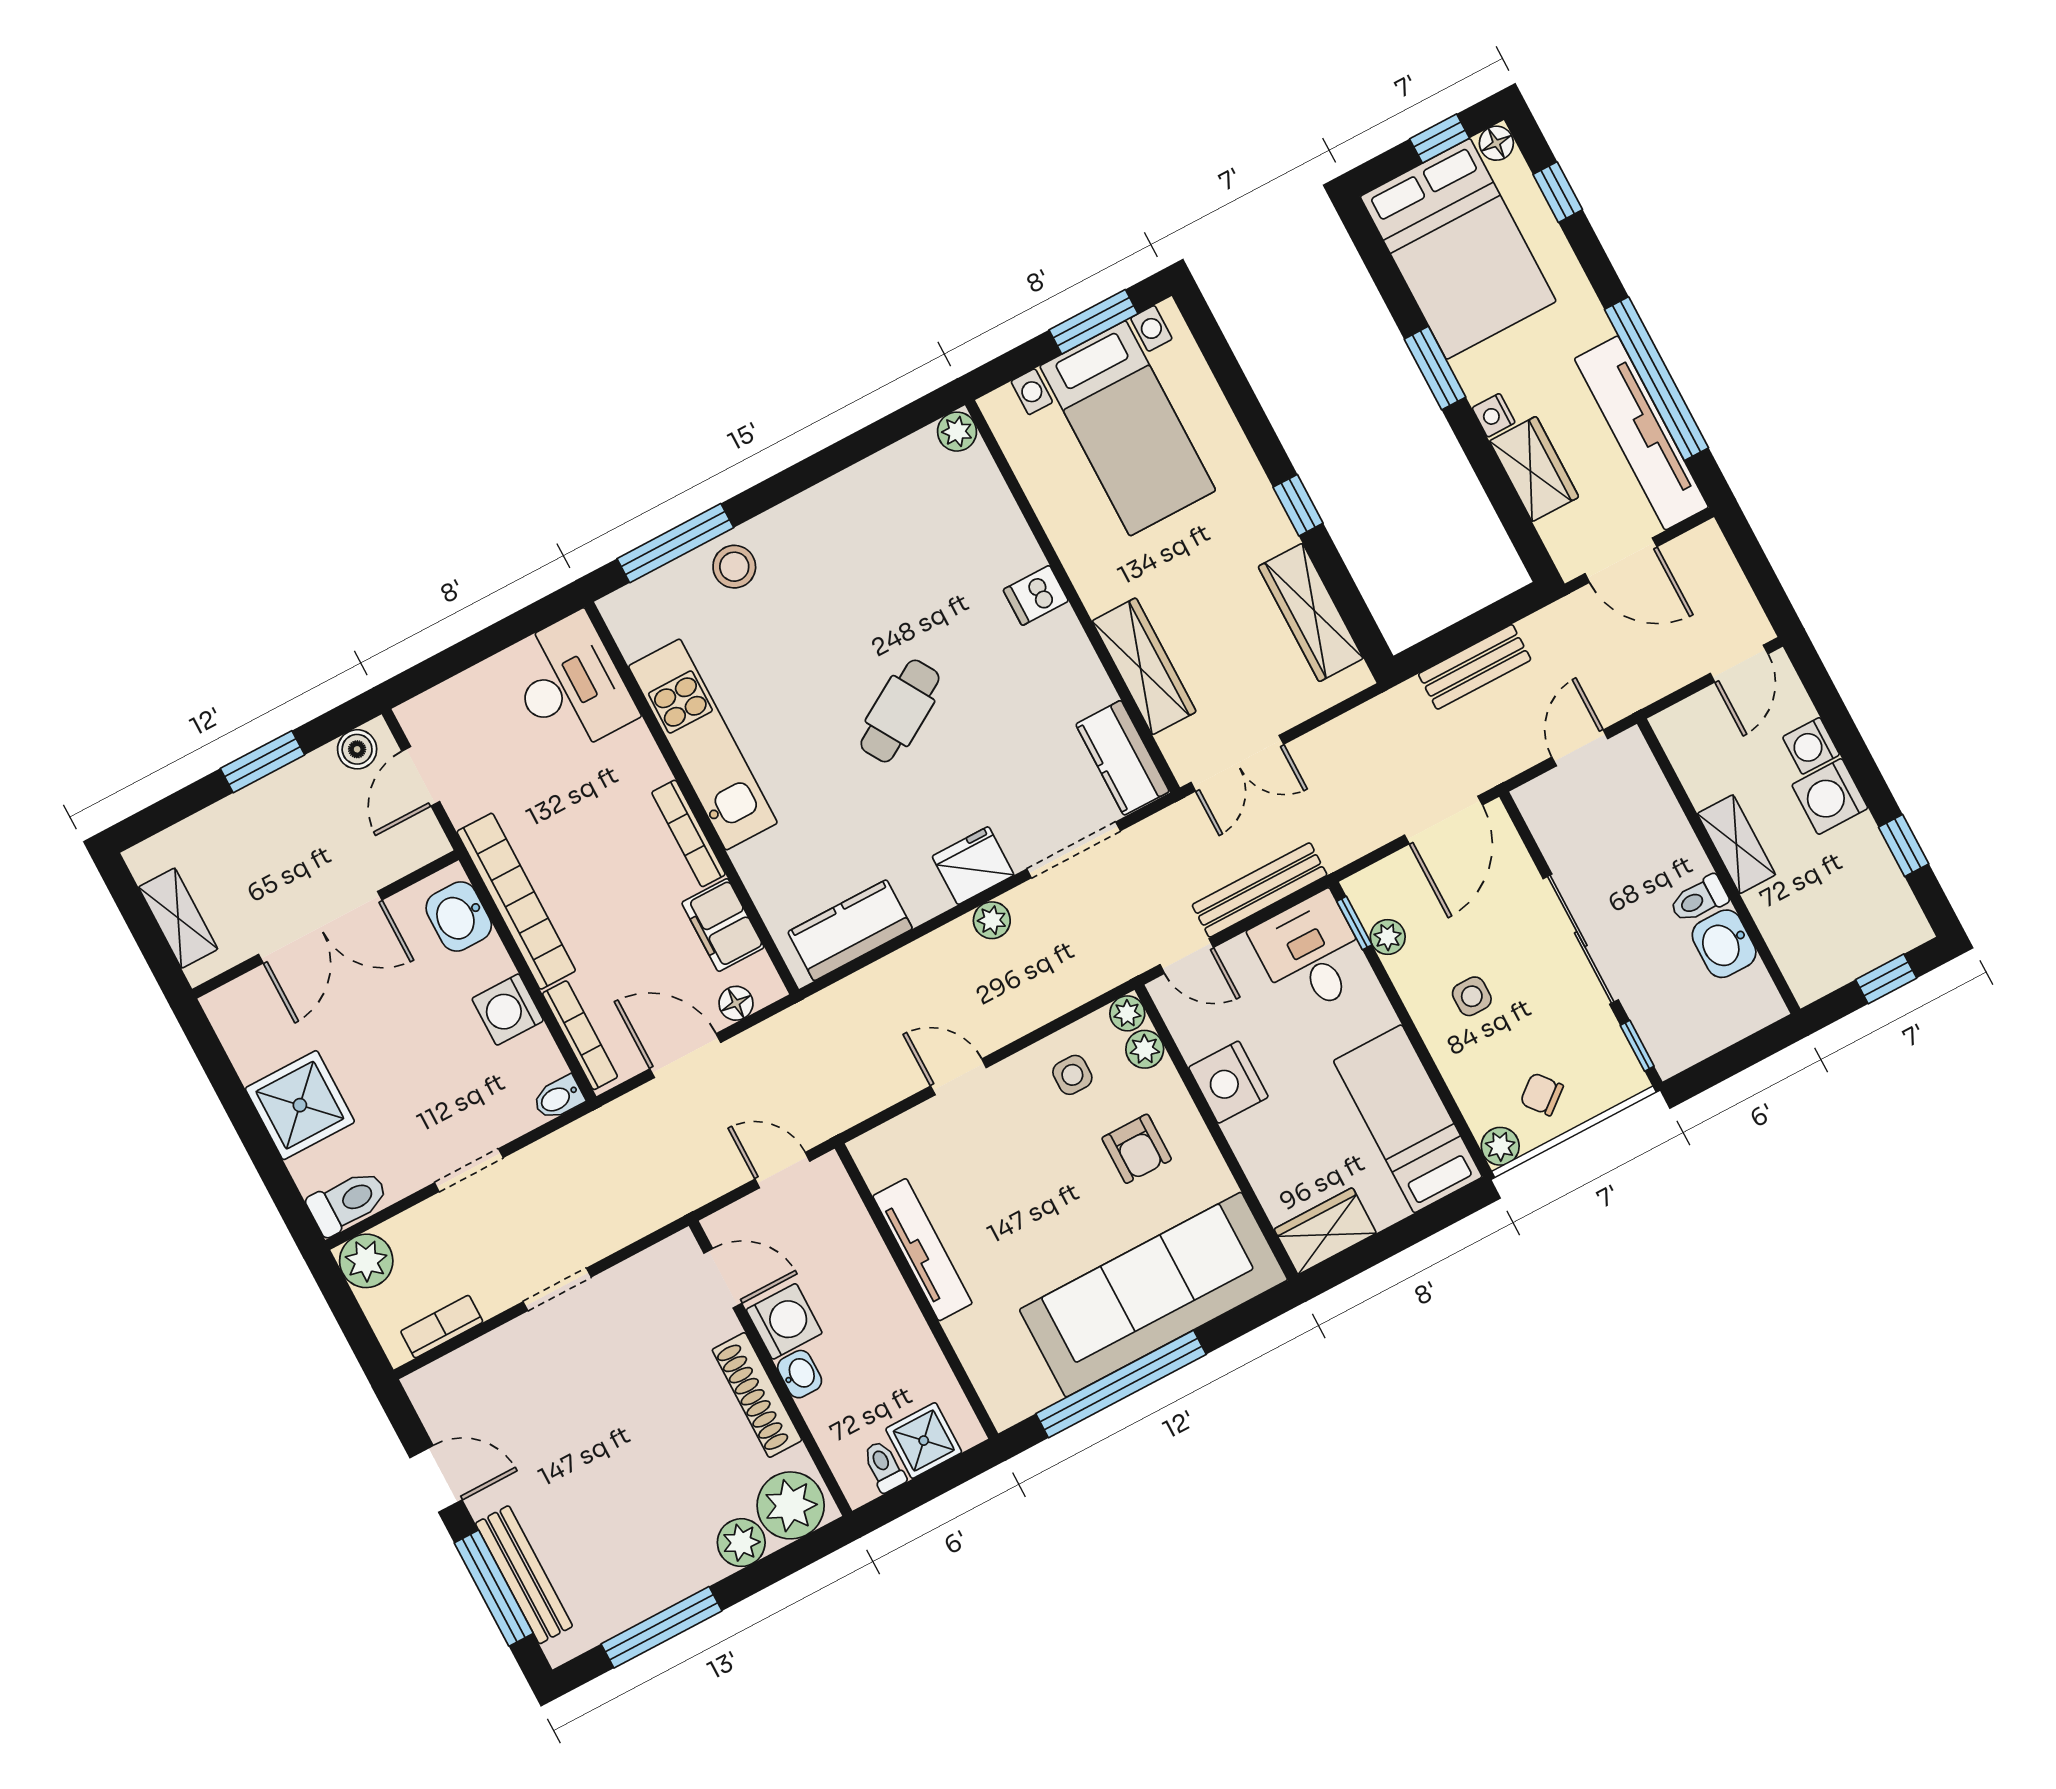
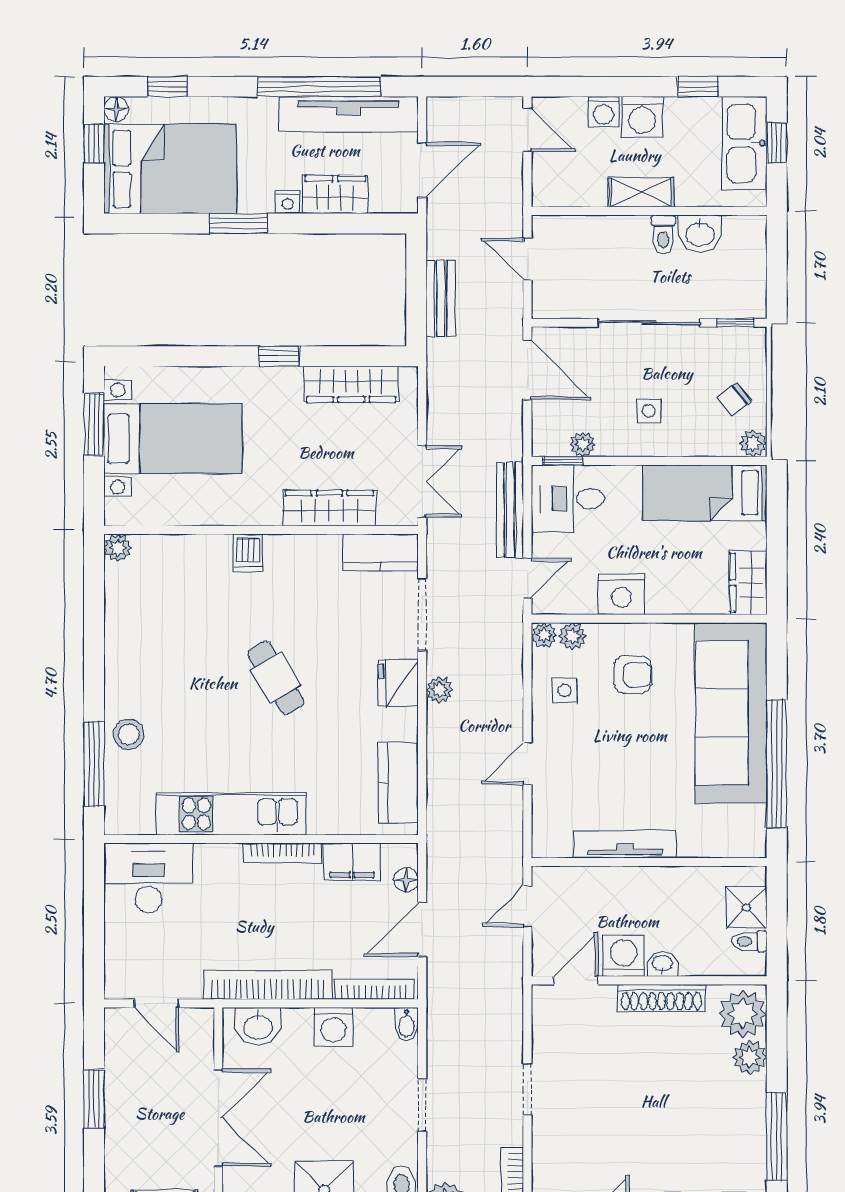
boiler: (357, 749) -> (118, 1035), removed
kitchen sink: (1864, 940) -> (744, 143), added

